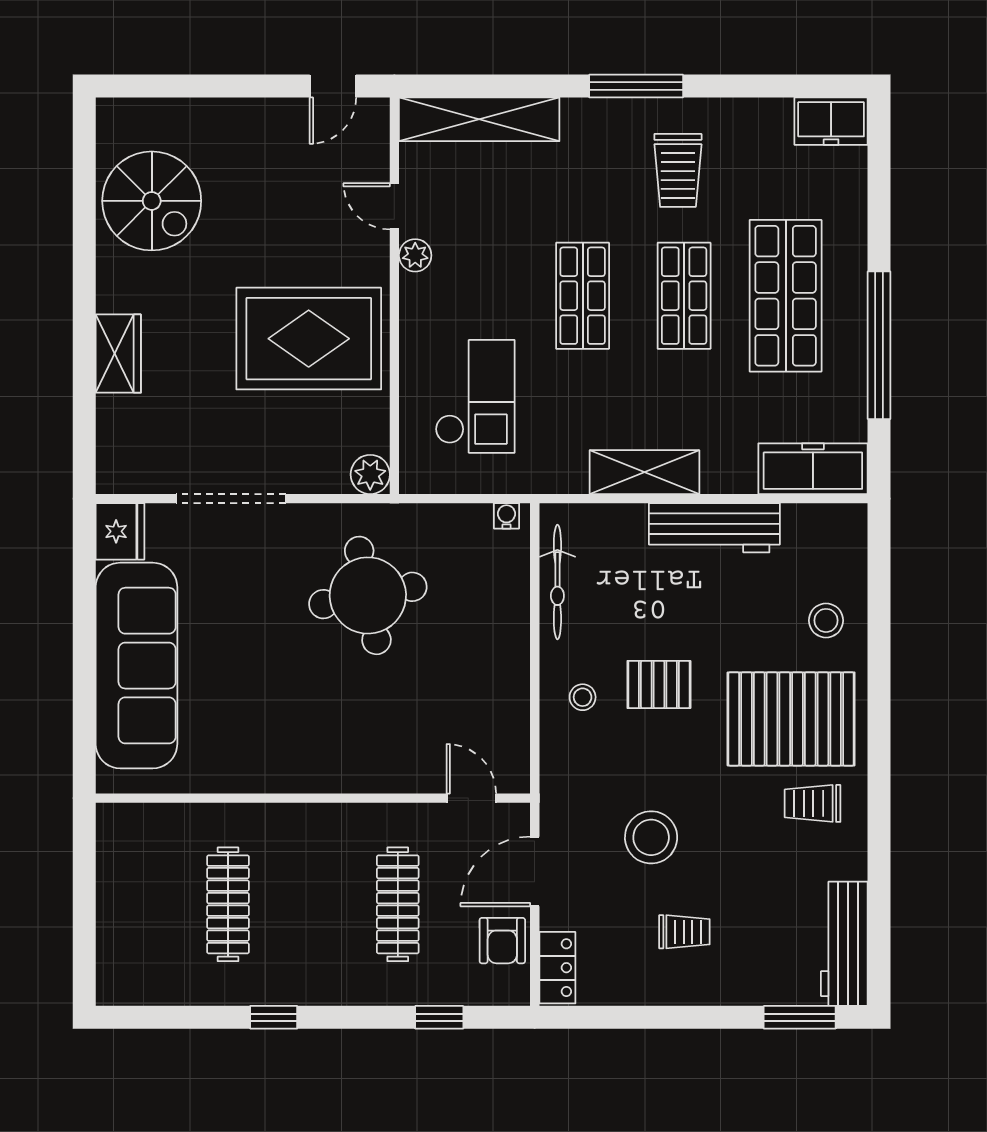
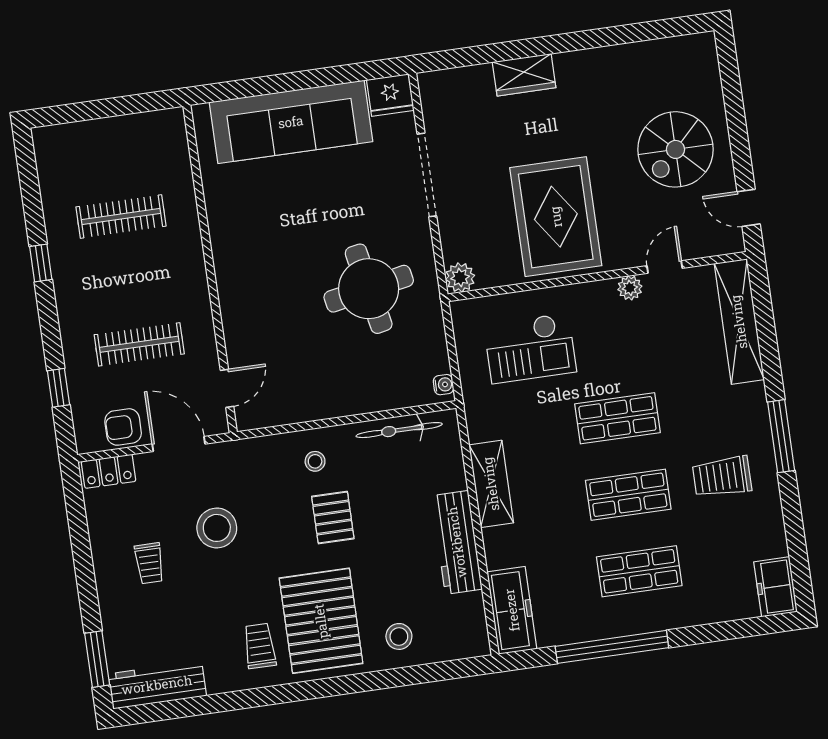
spiral stairs: (152, 201) -> (676, 149), moved
shop shelf: (786, 296) -> (639, 571), width x0.70, depth x0.74

